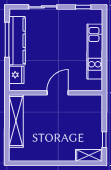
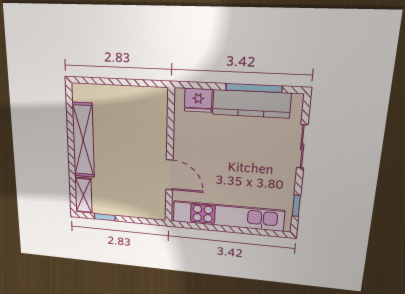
kitchen unit: (95, 52) -> (228, 216), width x1.36
door: (58, 93) -> (169, 175), moved
shelving: (16, 121) -> (83, 140), moved, turned 90

